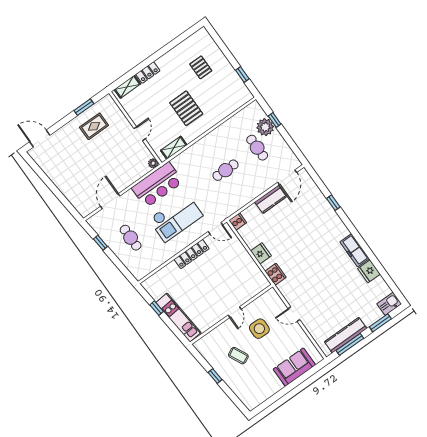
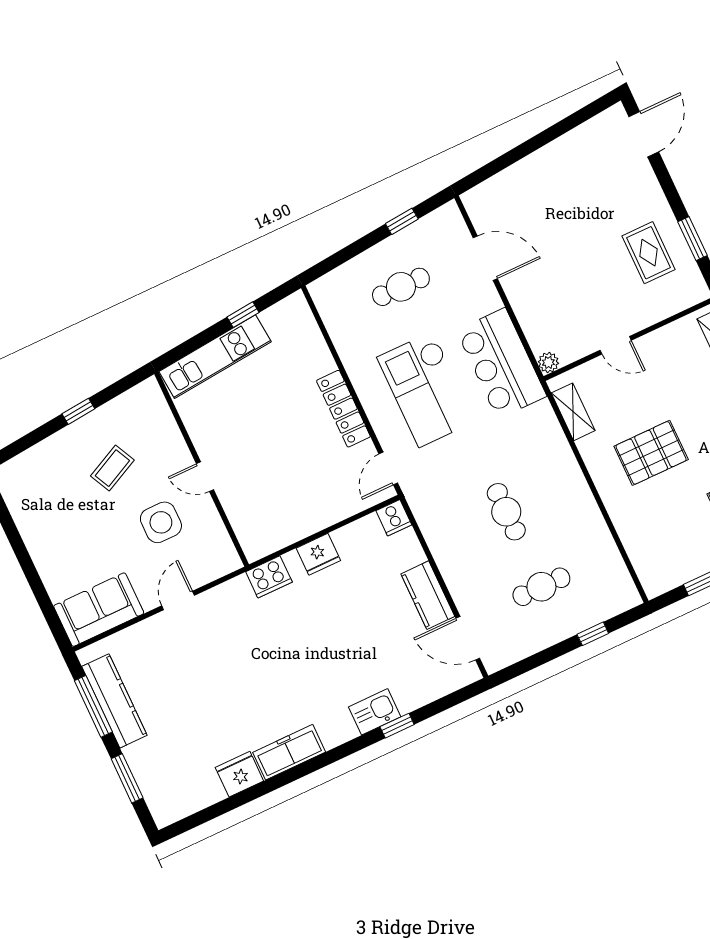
plant: (265, 127) -> (582, 612), removed
kitchen sink: (389, 304) -> (375, 712), moved, turned -90
sofa: (294, 367) -> (99, 610), moved, turned -90

